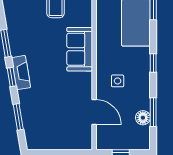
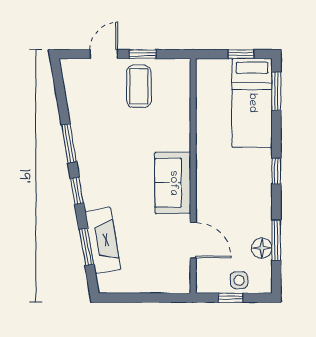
sofa: (80, 49) -> (173, 183), moved
fireplace: (21, 73) -> (103, 240), moved, width x1.37, depth x1.32
side table: (118, 81) -> (239, 280), moved

